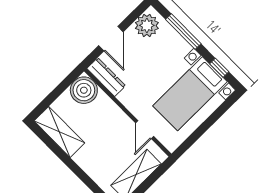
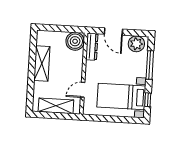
door: (111, 39) -> (113, 32), hinge flipped
shelving: (59, 132) -> (42, 63), moved

